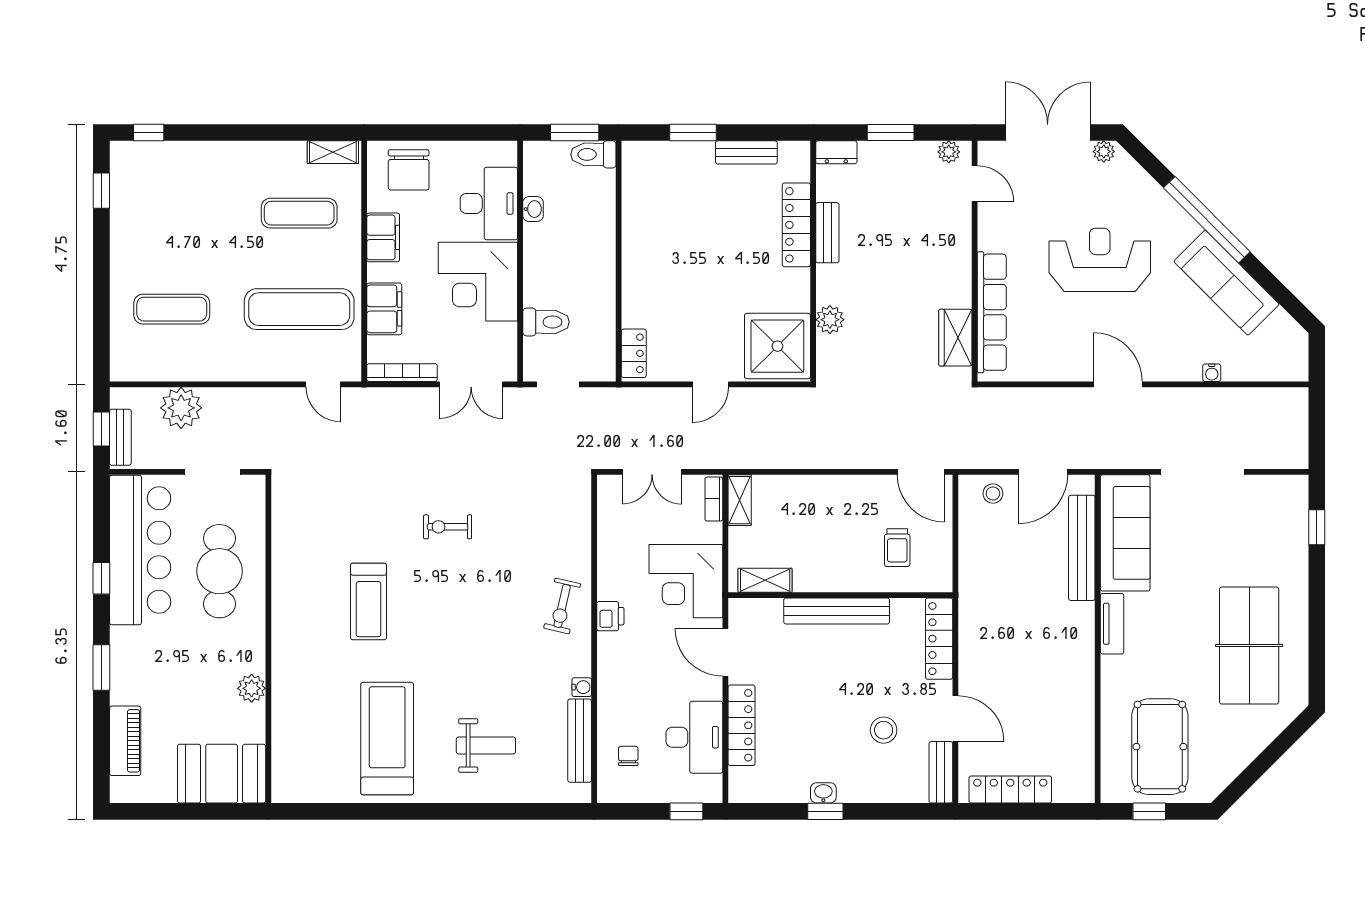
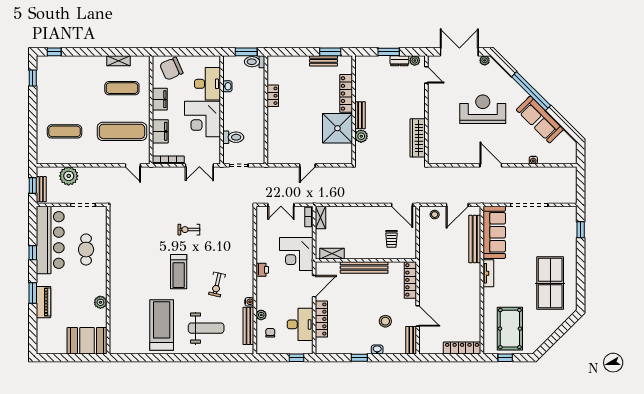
window: (693, 132) -> (330, 52), moved
shelving: (333, 152) -> (119, 61), moved
dresser: (836, 152) -> (399, 61), moved
chair: (409, 170) -> (171, 69), turned 66
bench: (827, 233) -> (360, 115), moved
row of seats: (992, 312) -> (434, 133), removed
wardrobe: (955, 338) -> (418, 138), width x1.50
shower: (777, 346) -> (338, 128), moved
locker: (634, 353) -> (273, 96), moved
cafe table: (219, 571) -> (86, 250), width x0.73, depth x0.74
treadmill: (369, 601) -> (179, 272), moved
exercise bike: (562, 606) -> (217, 285), moved
door: (725, 652) -> (314, 286), swing flipped
plant: (608, 716) -> (261, 315), added
piano: (125, 741) -> (44, 302), moved
weight bench: (486, 745) -> (206, 328), width x1.36, depth x1.33
locker: (1010, 789) -> (462, 348), moved
washbasin: (823, 793) -> (377, 349), moved

